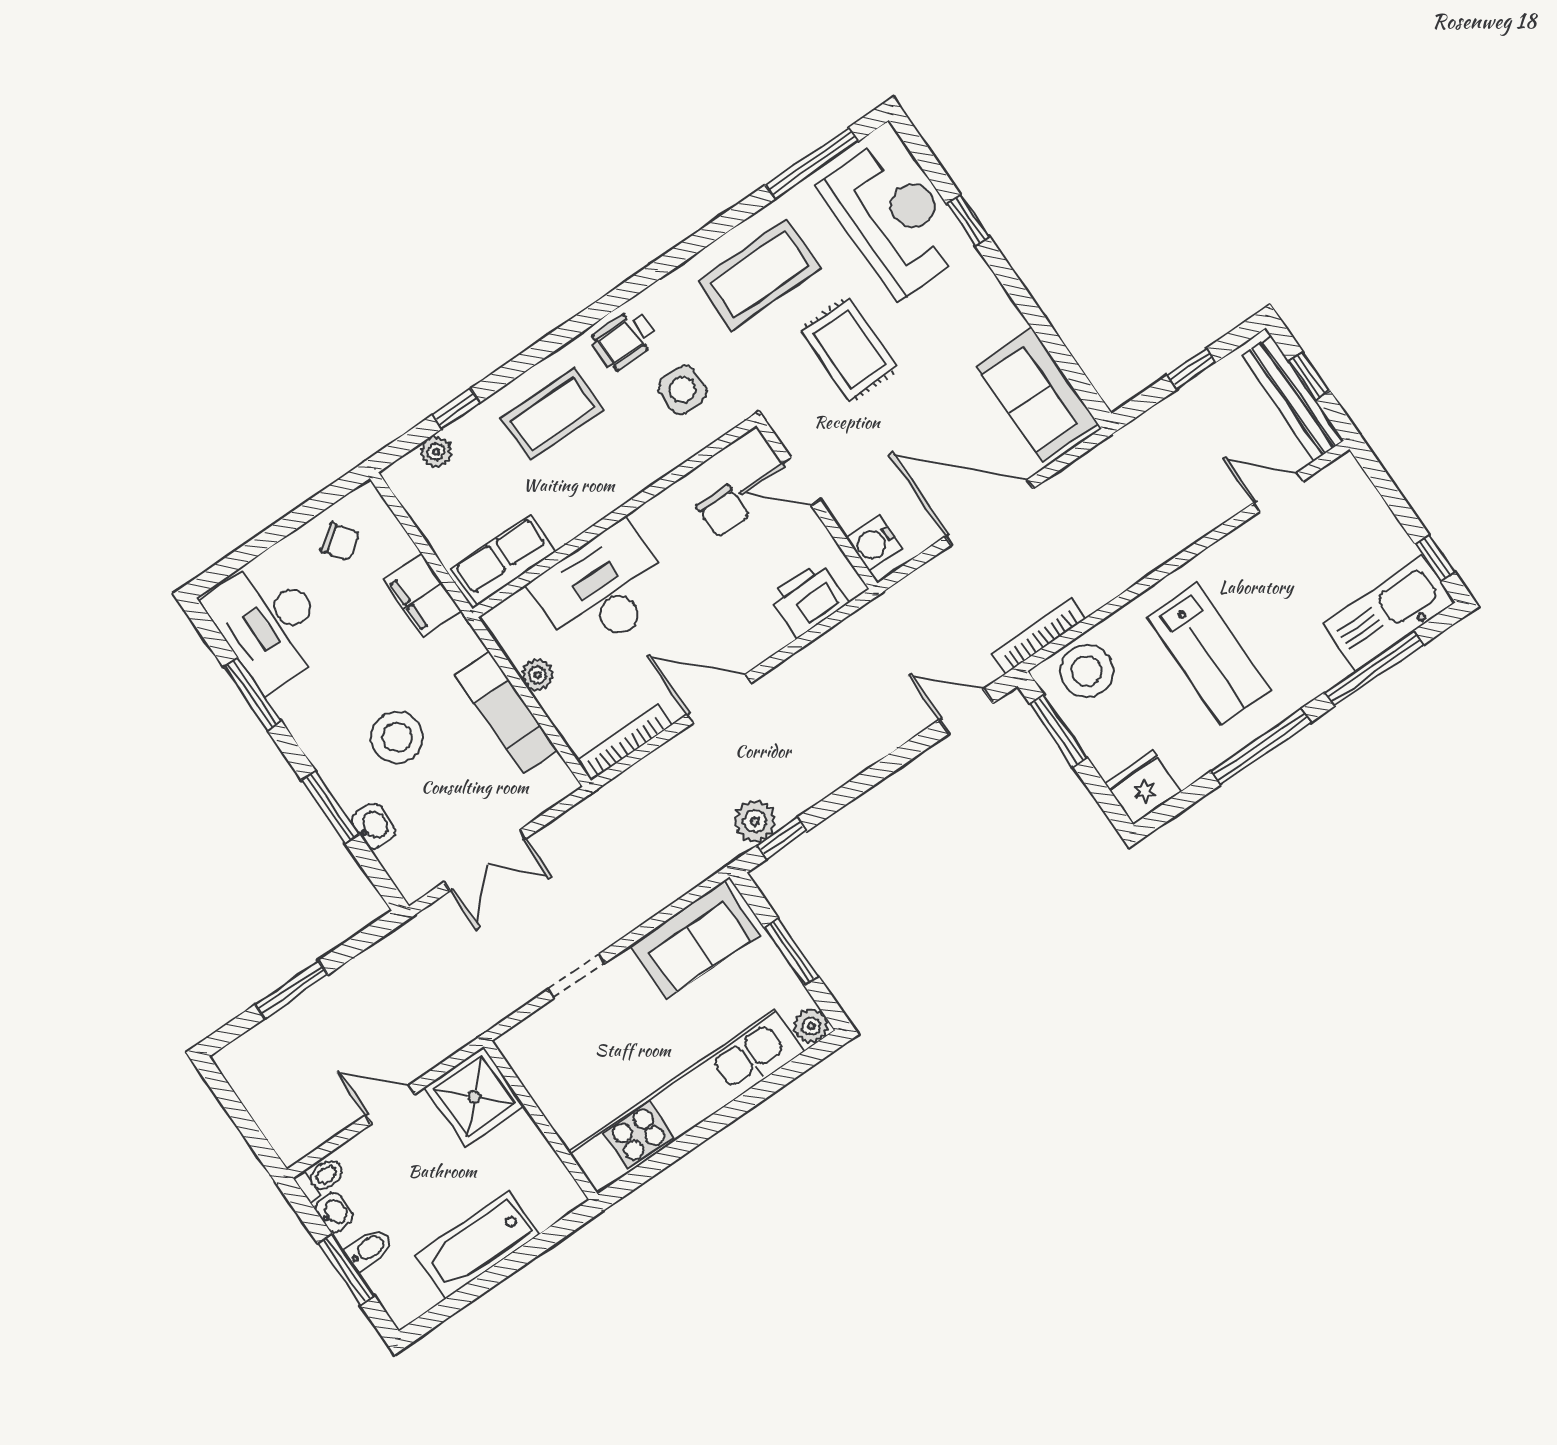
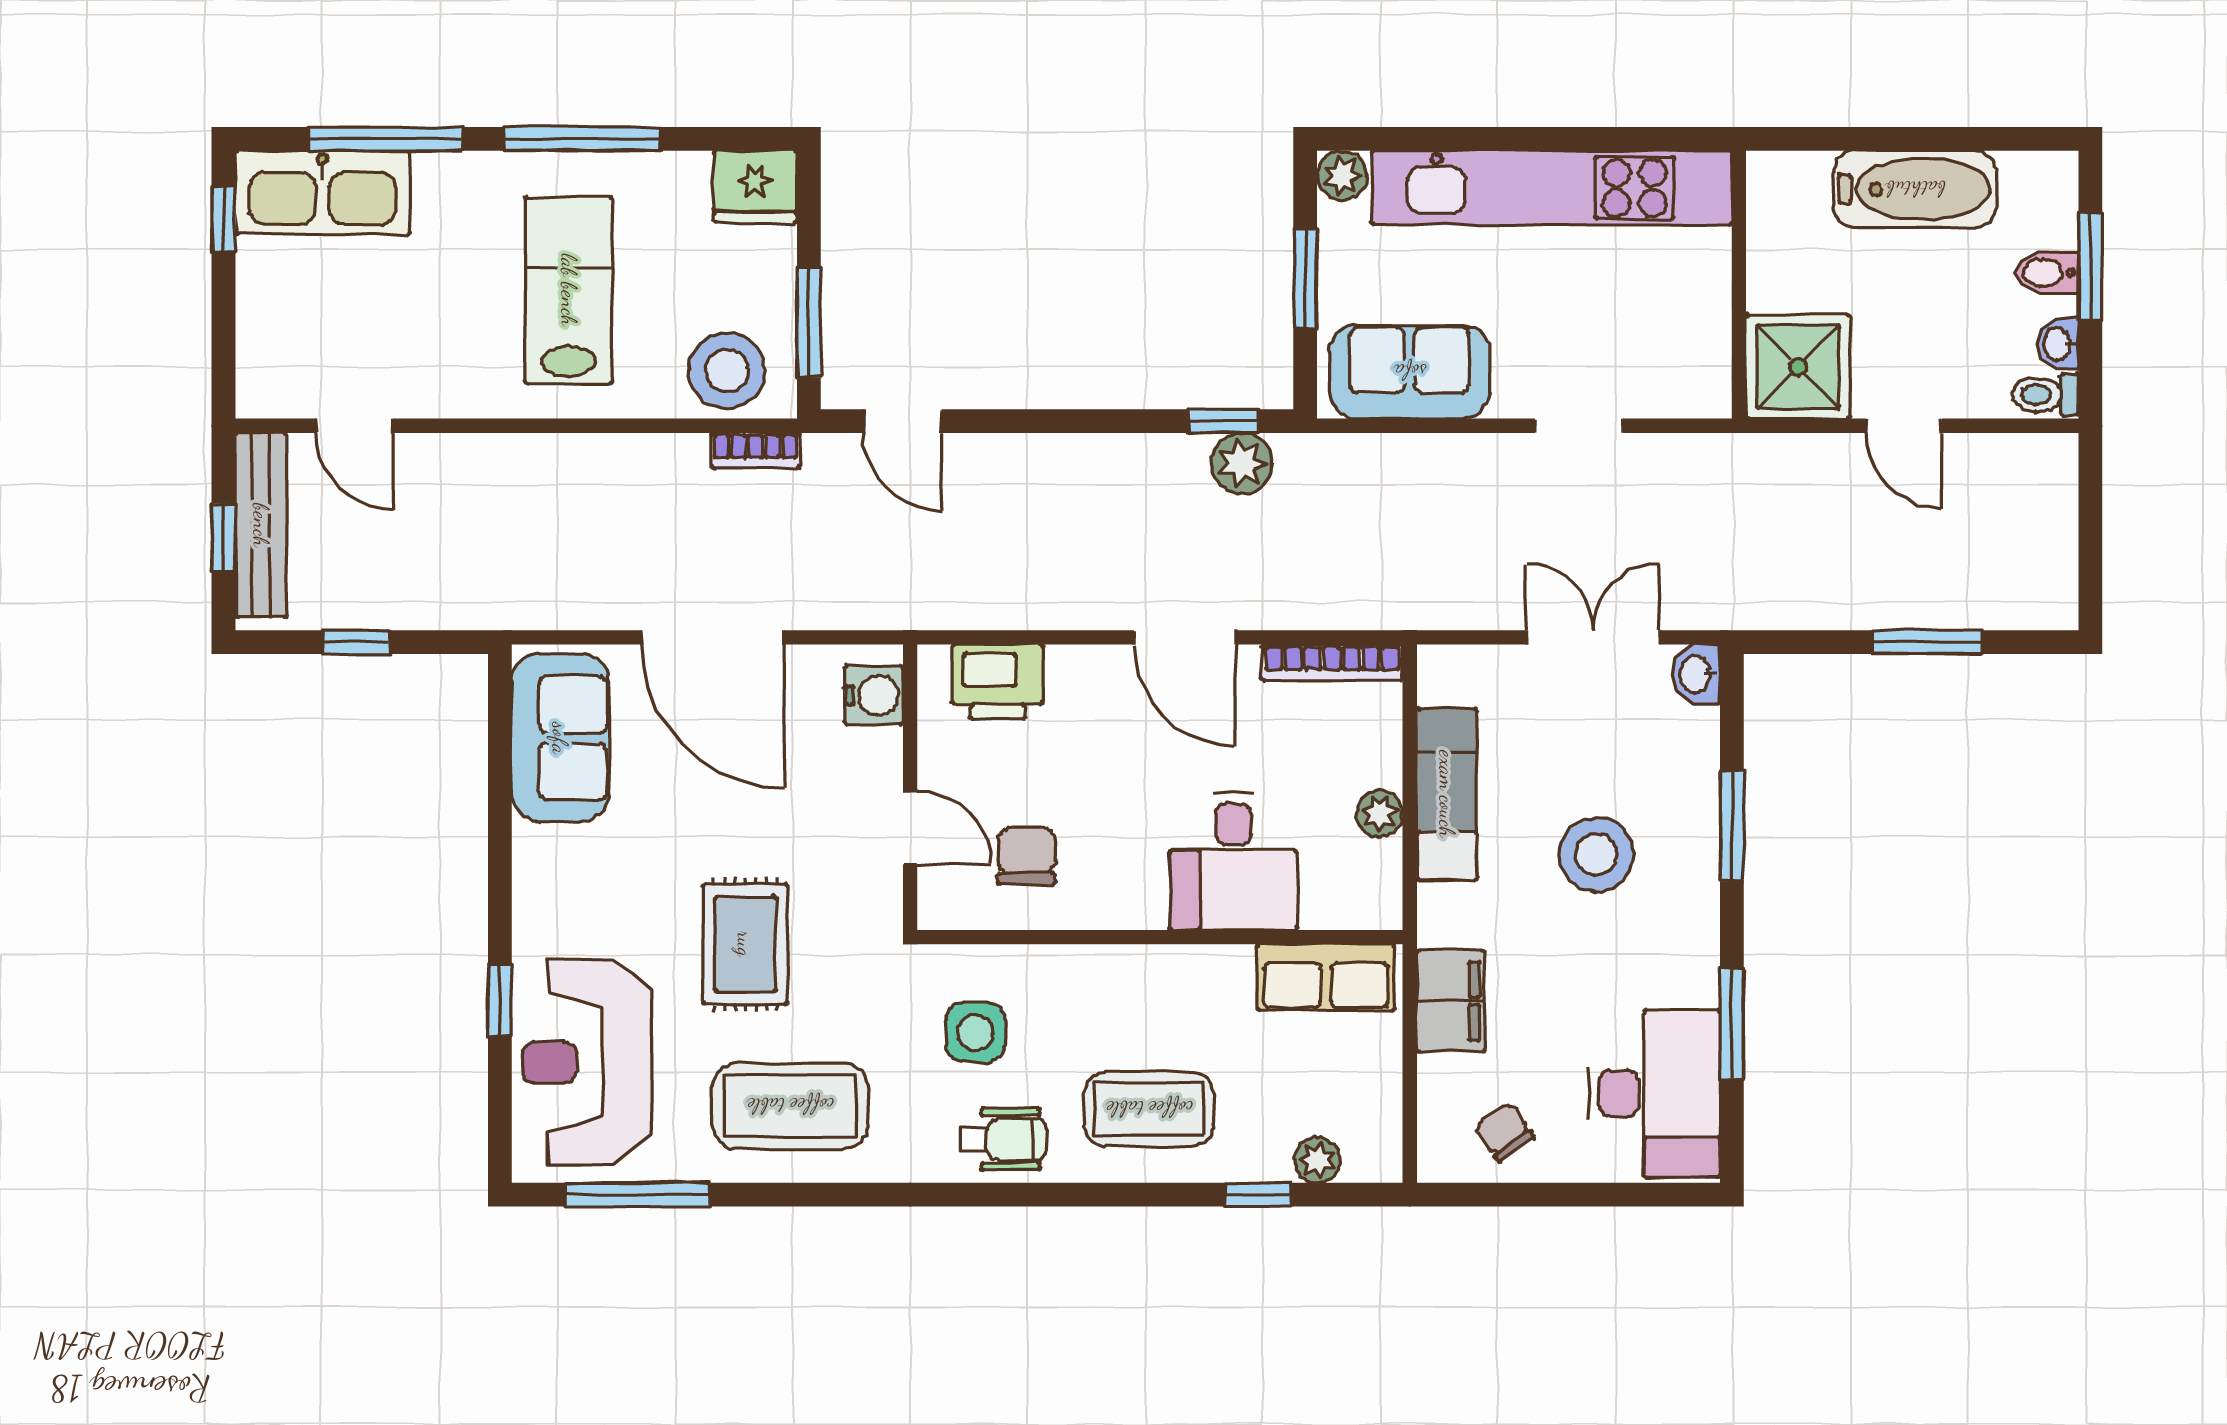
desk: (602, 590) -> (1234, 861), width x0.73
bookcase: (1039, 636) -> (756, 450), width x0.64
washbasin: (374, 826) -> (1696, 674), moved

